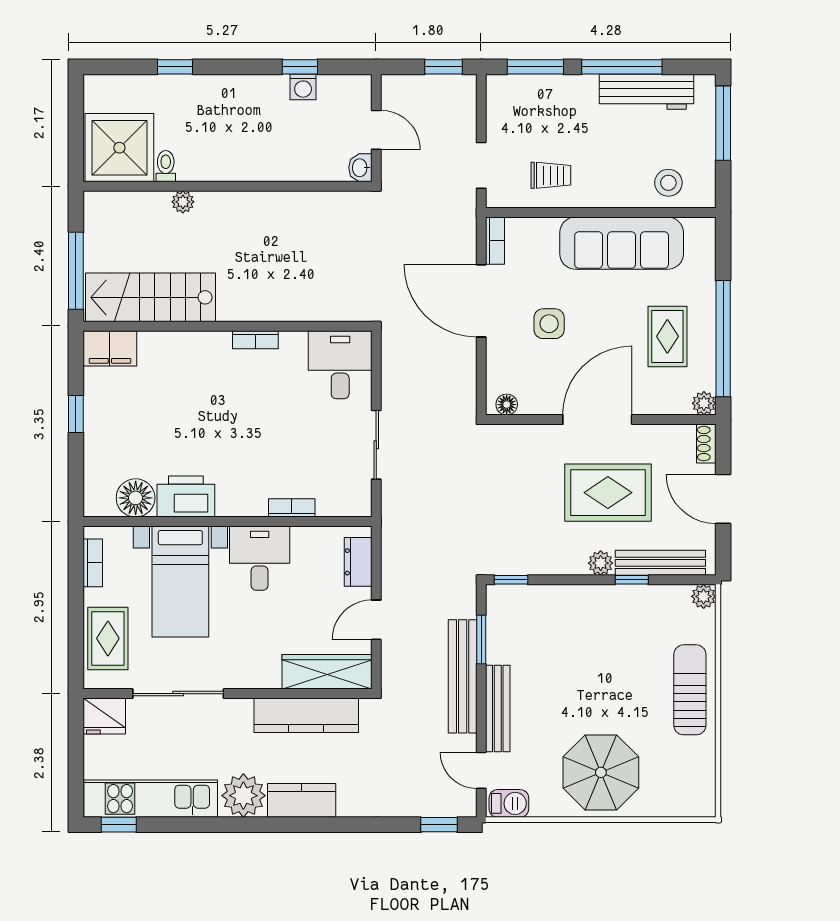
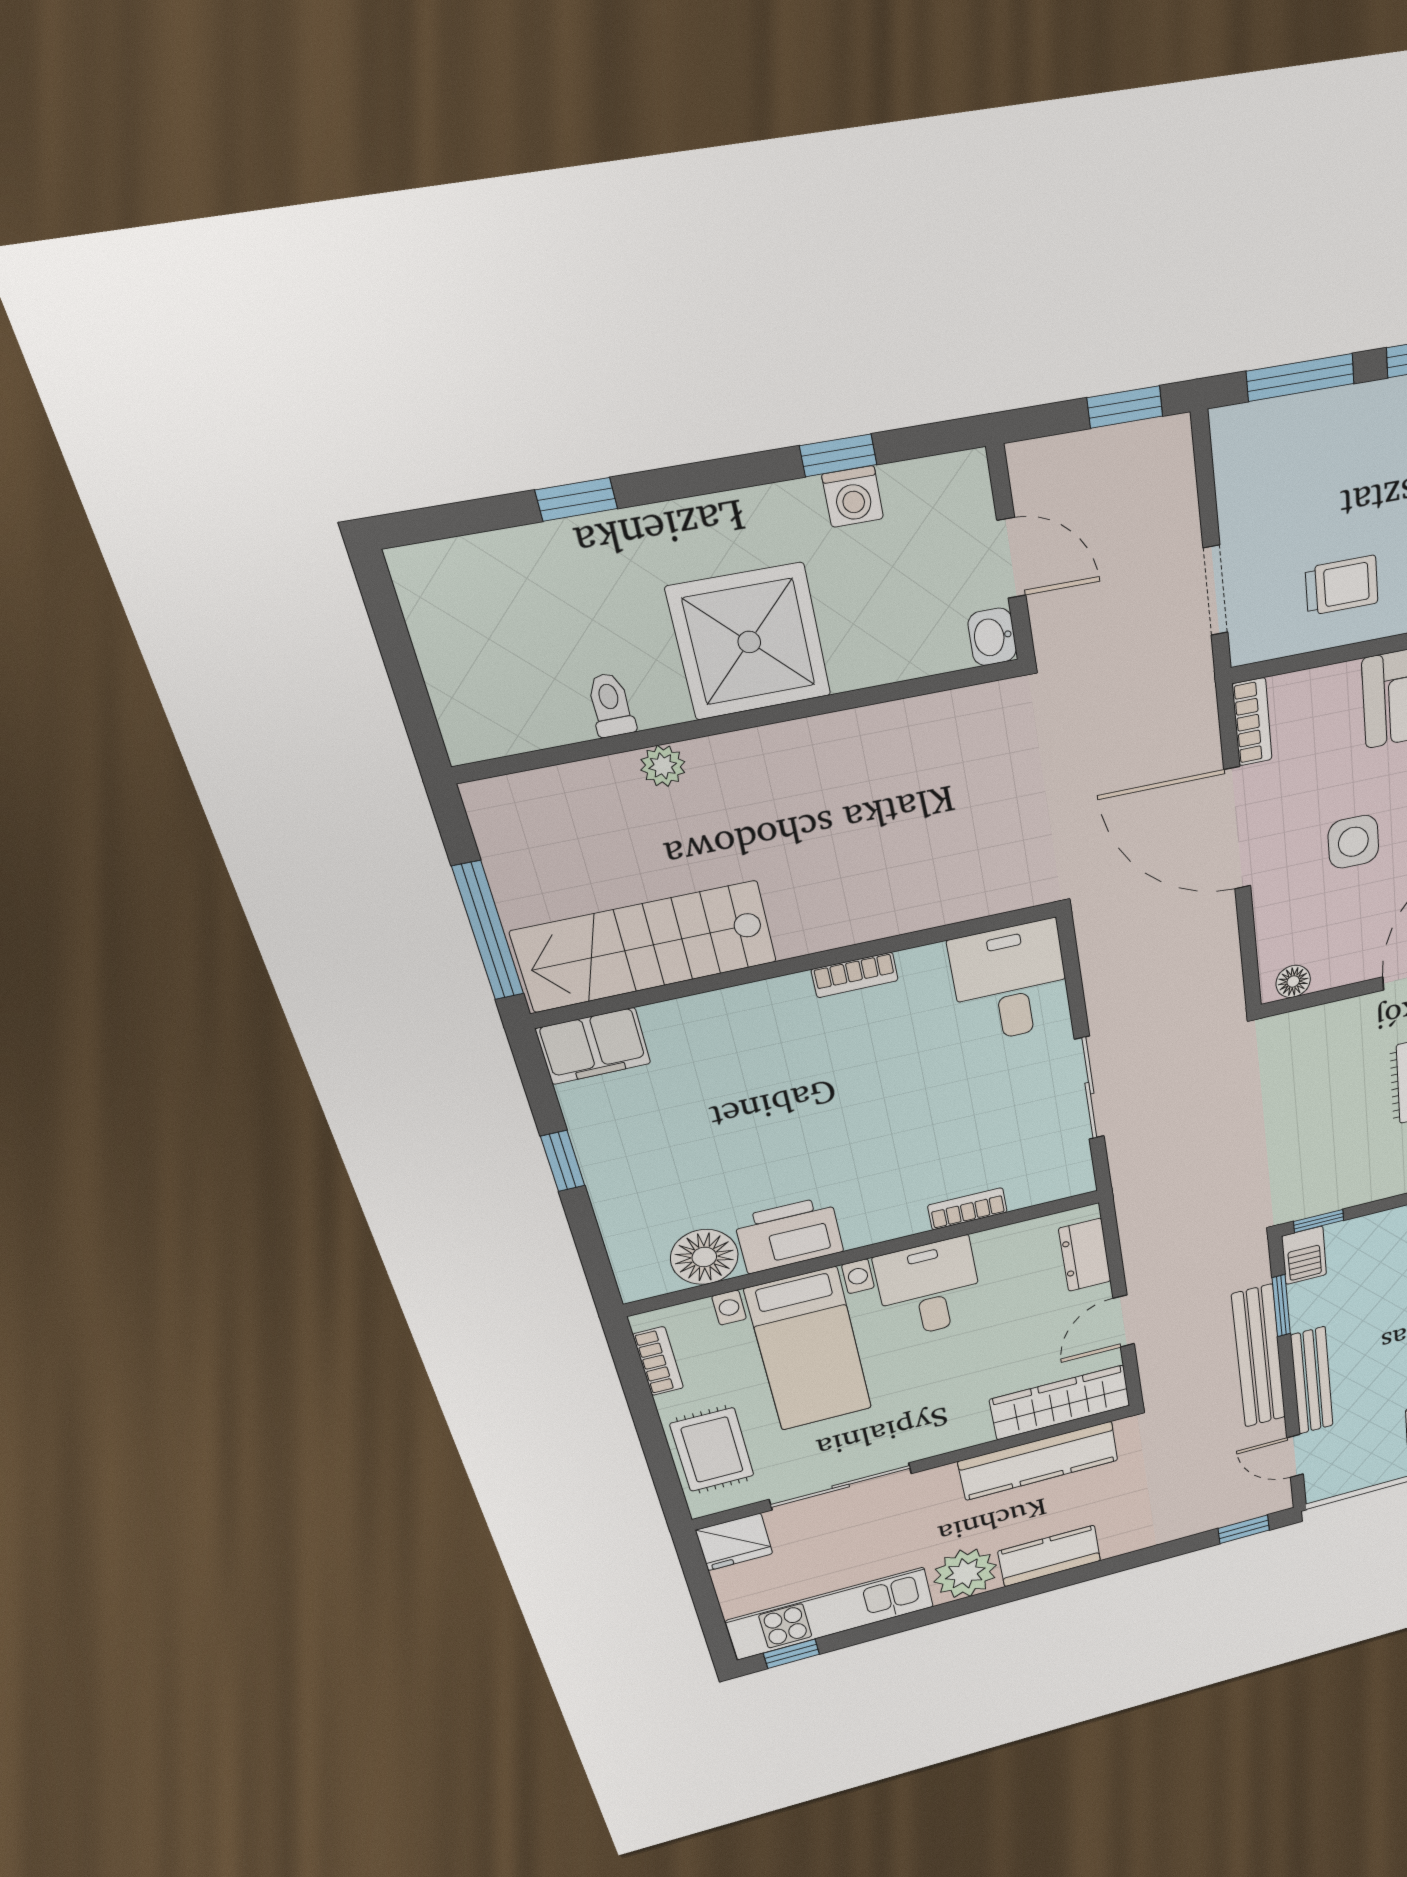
shower: (119, 148) -> (749, 642), moved
barbecue: (509, 803) -> (1304, 1255), moved, turned 90

